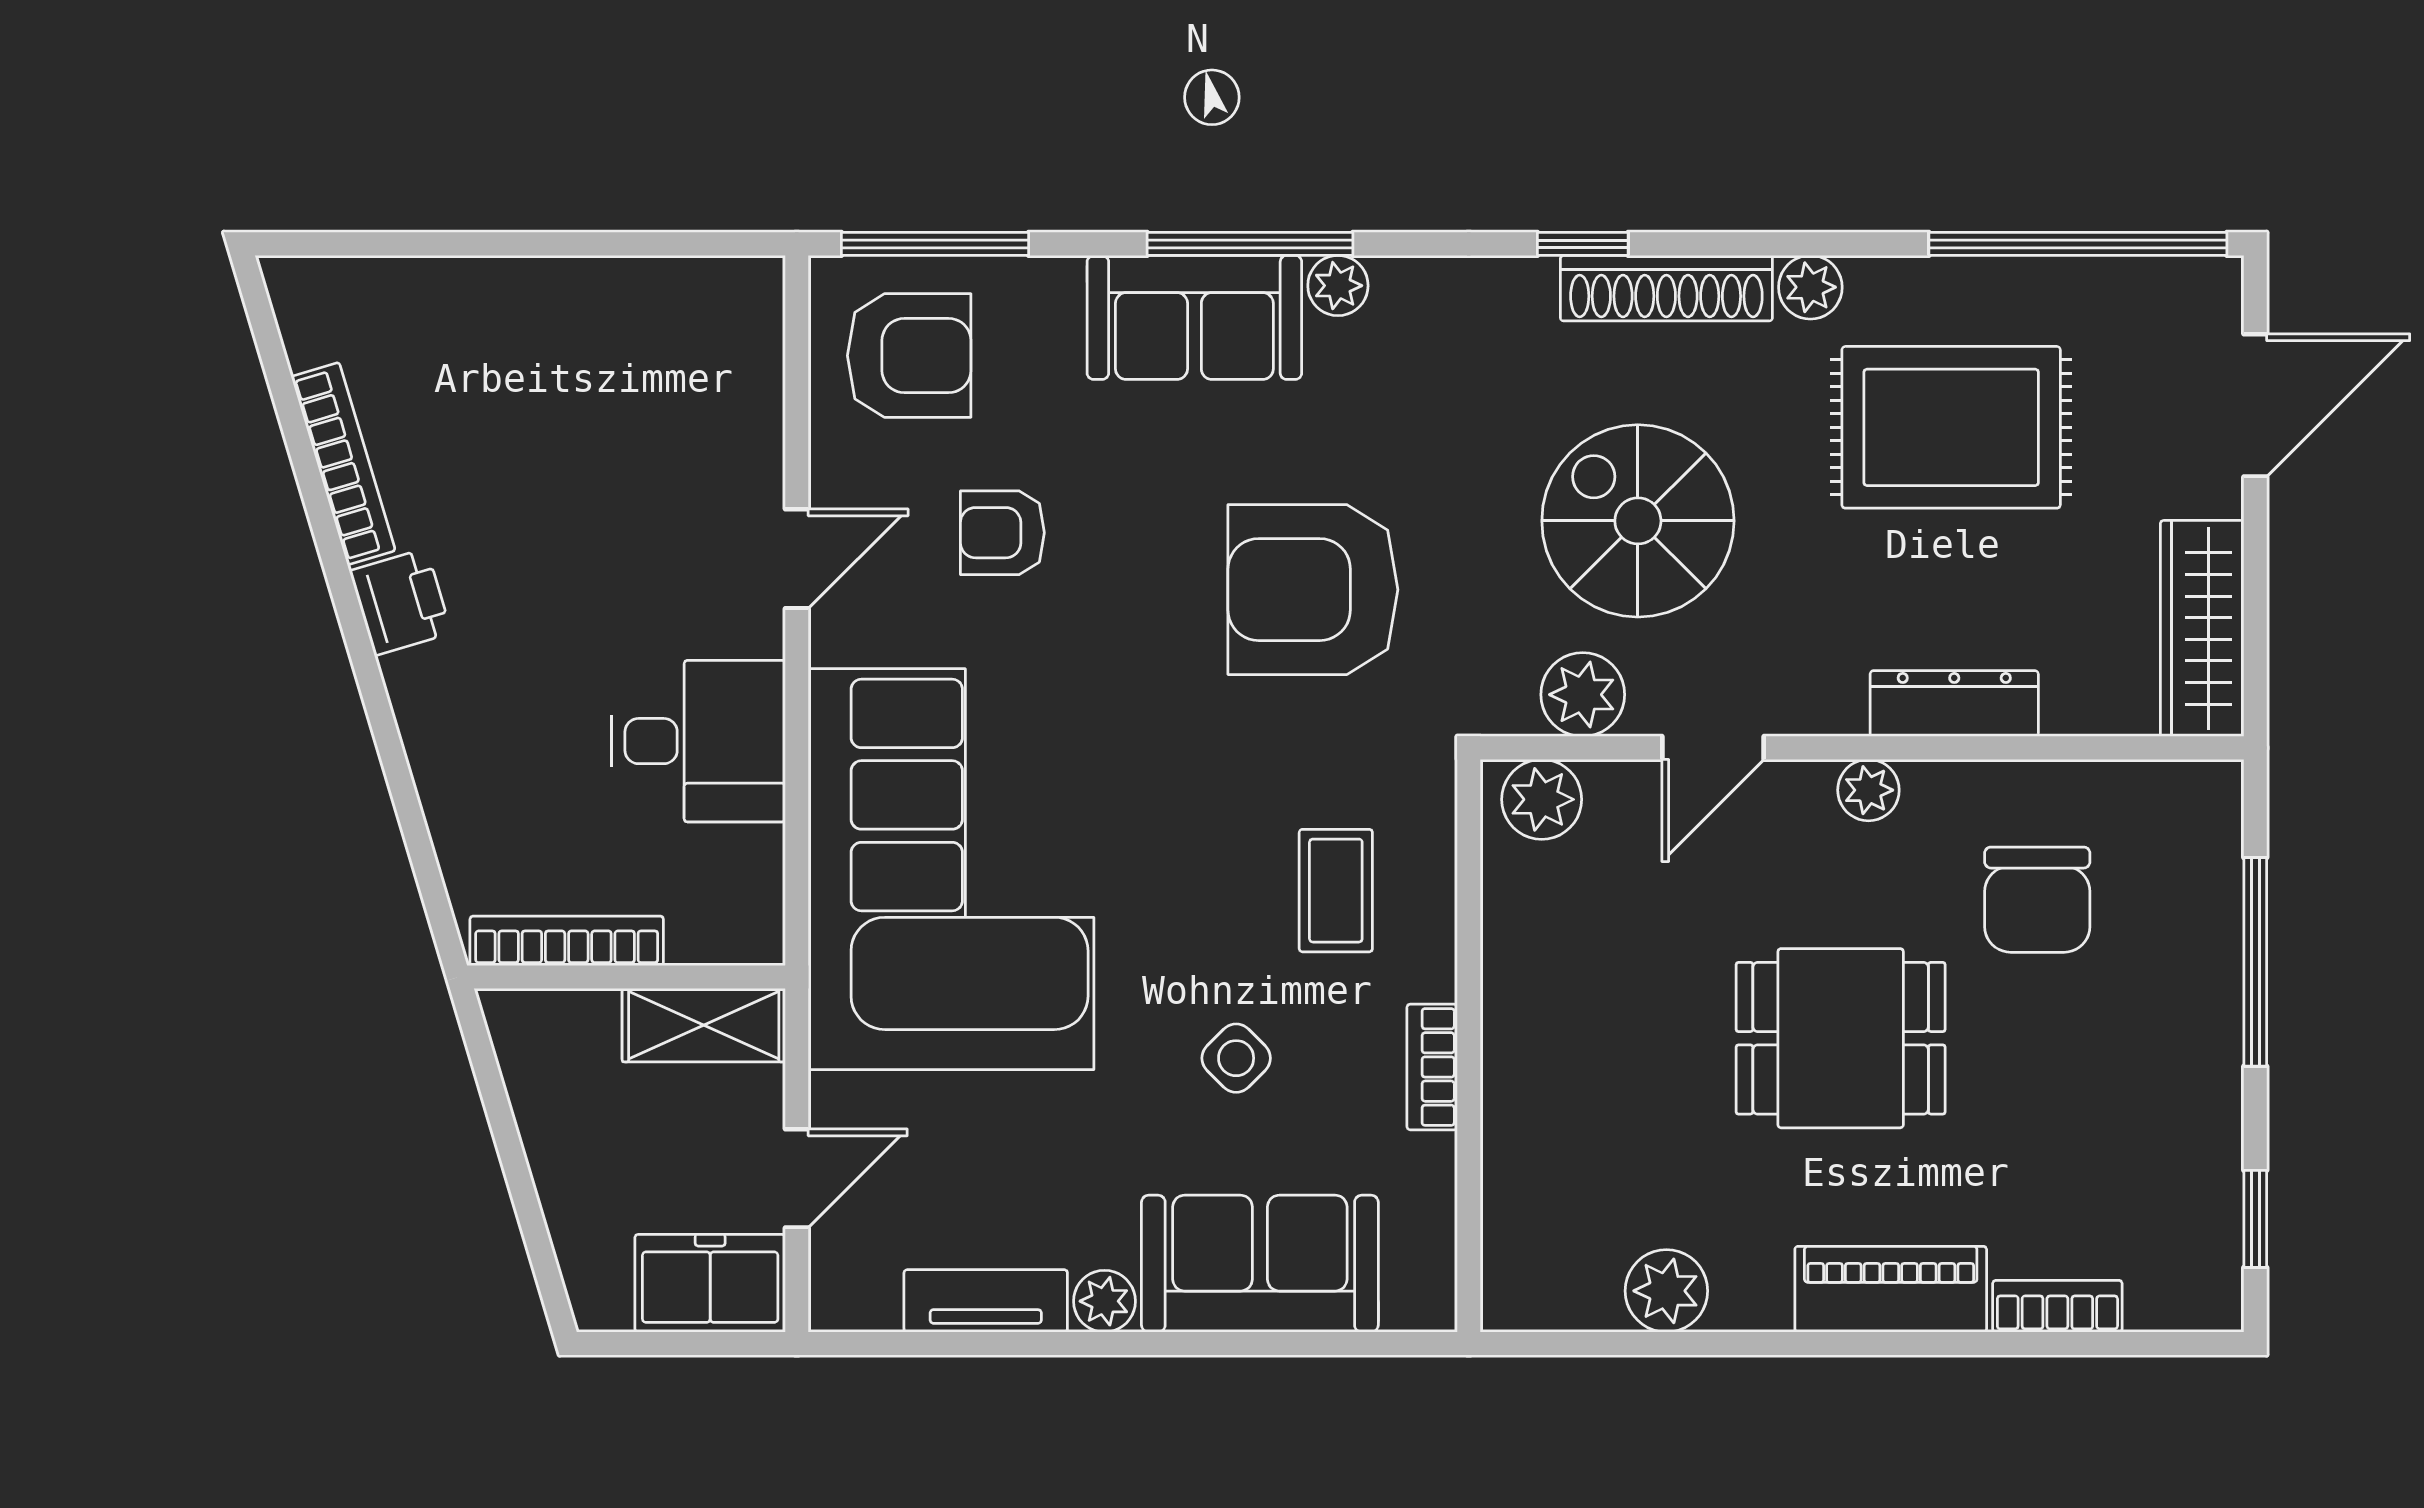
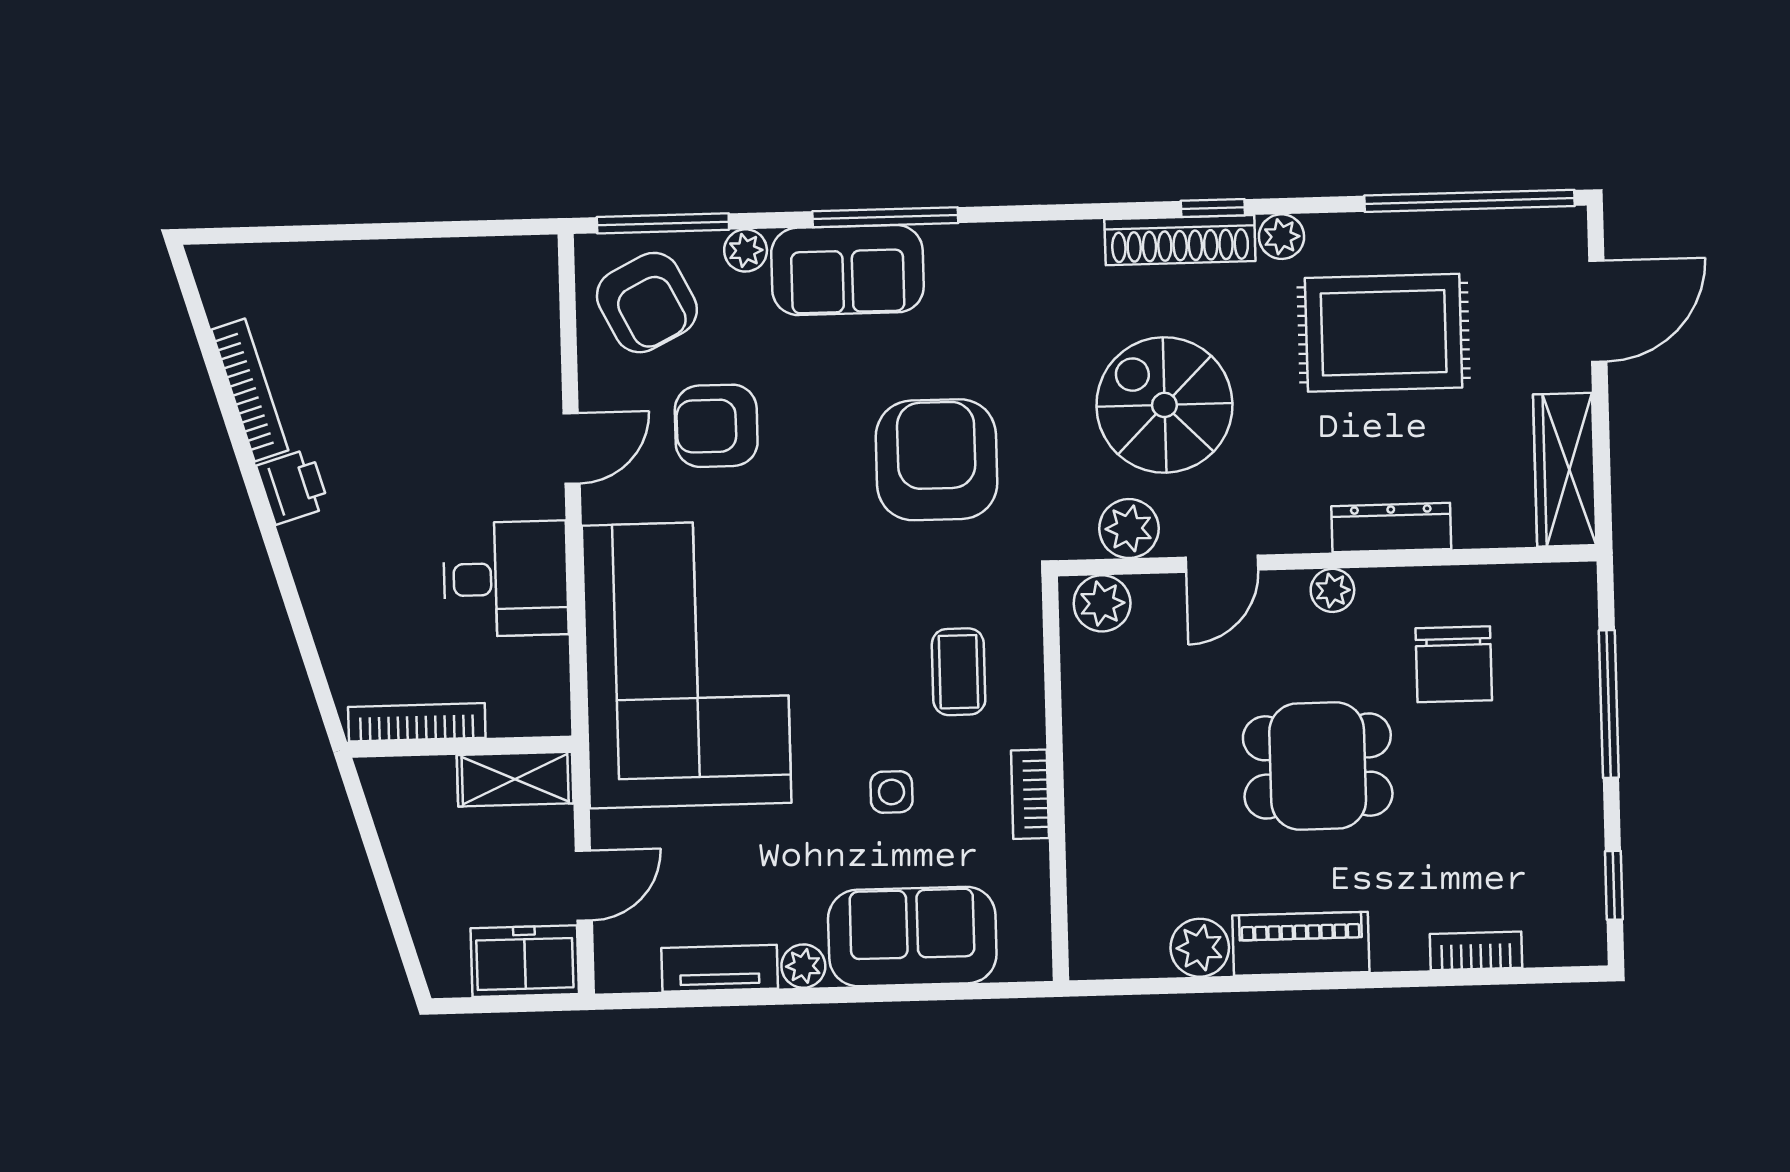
window: (1583, 244) -> (1213, 208), moved
plant: (1338, 286) -> (746, 250), moved
armchair: (909, 356) -> (647, 303), turned 63
armchair: (1002, 533) -> (716, 426), width x1.38, depth x1.38
armchair: (1313, 590) -> (936, 460), turned 90
side table: (1236, 1058) -> (891, 792), turned 45
piano: (1891, 1289) -> (1301, 944), moved

